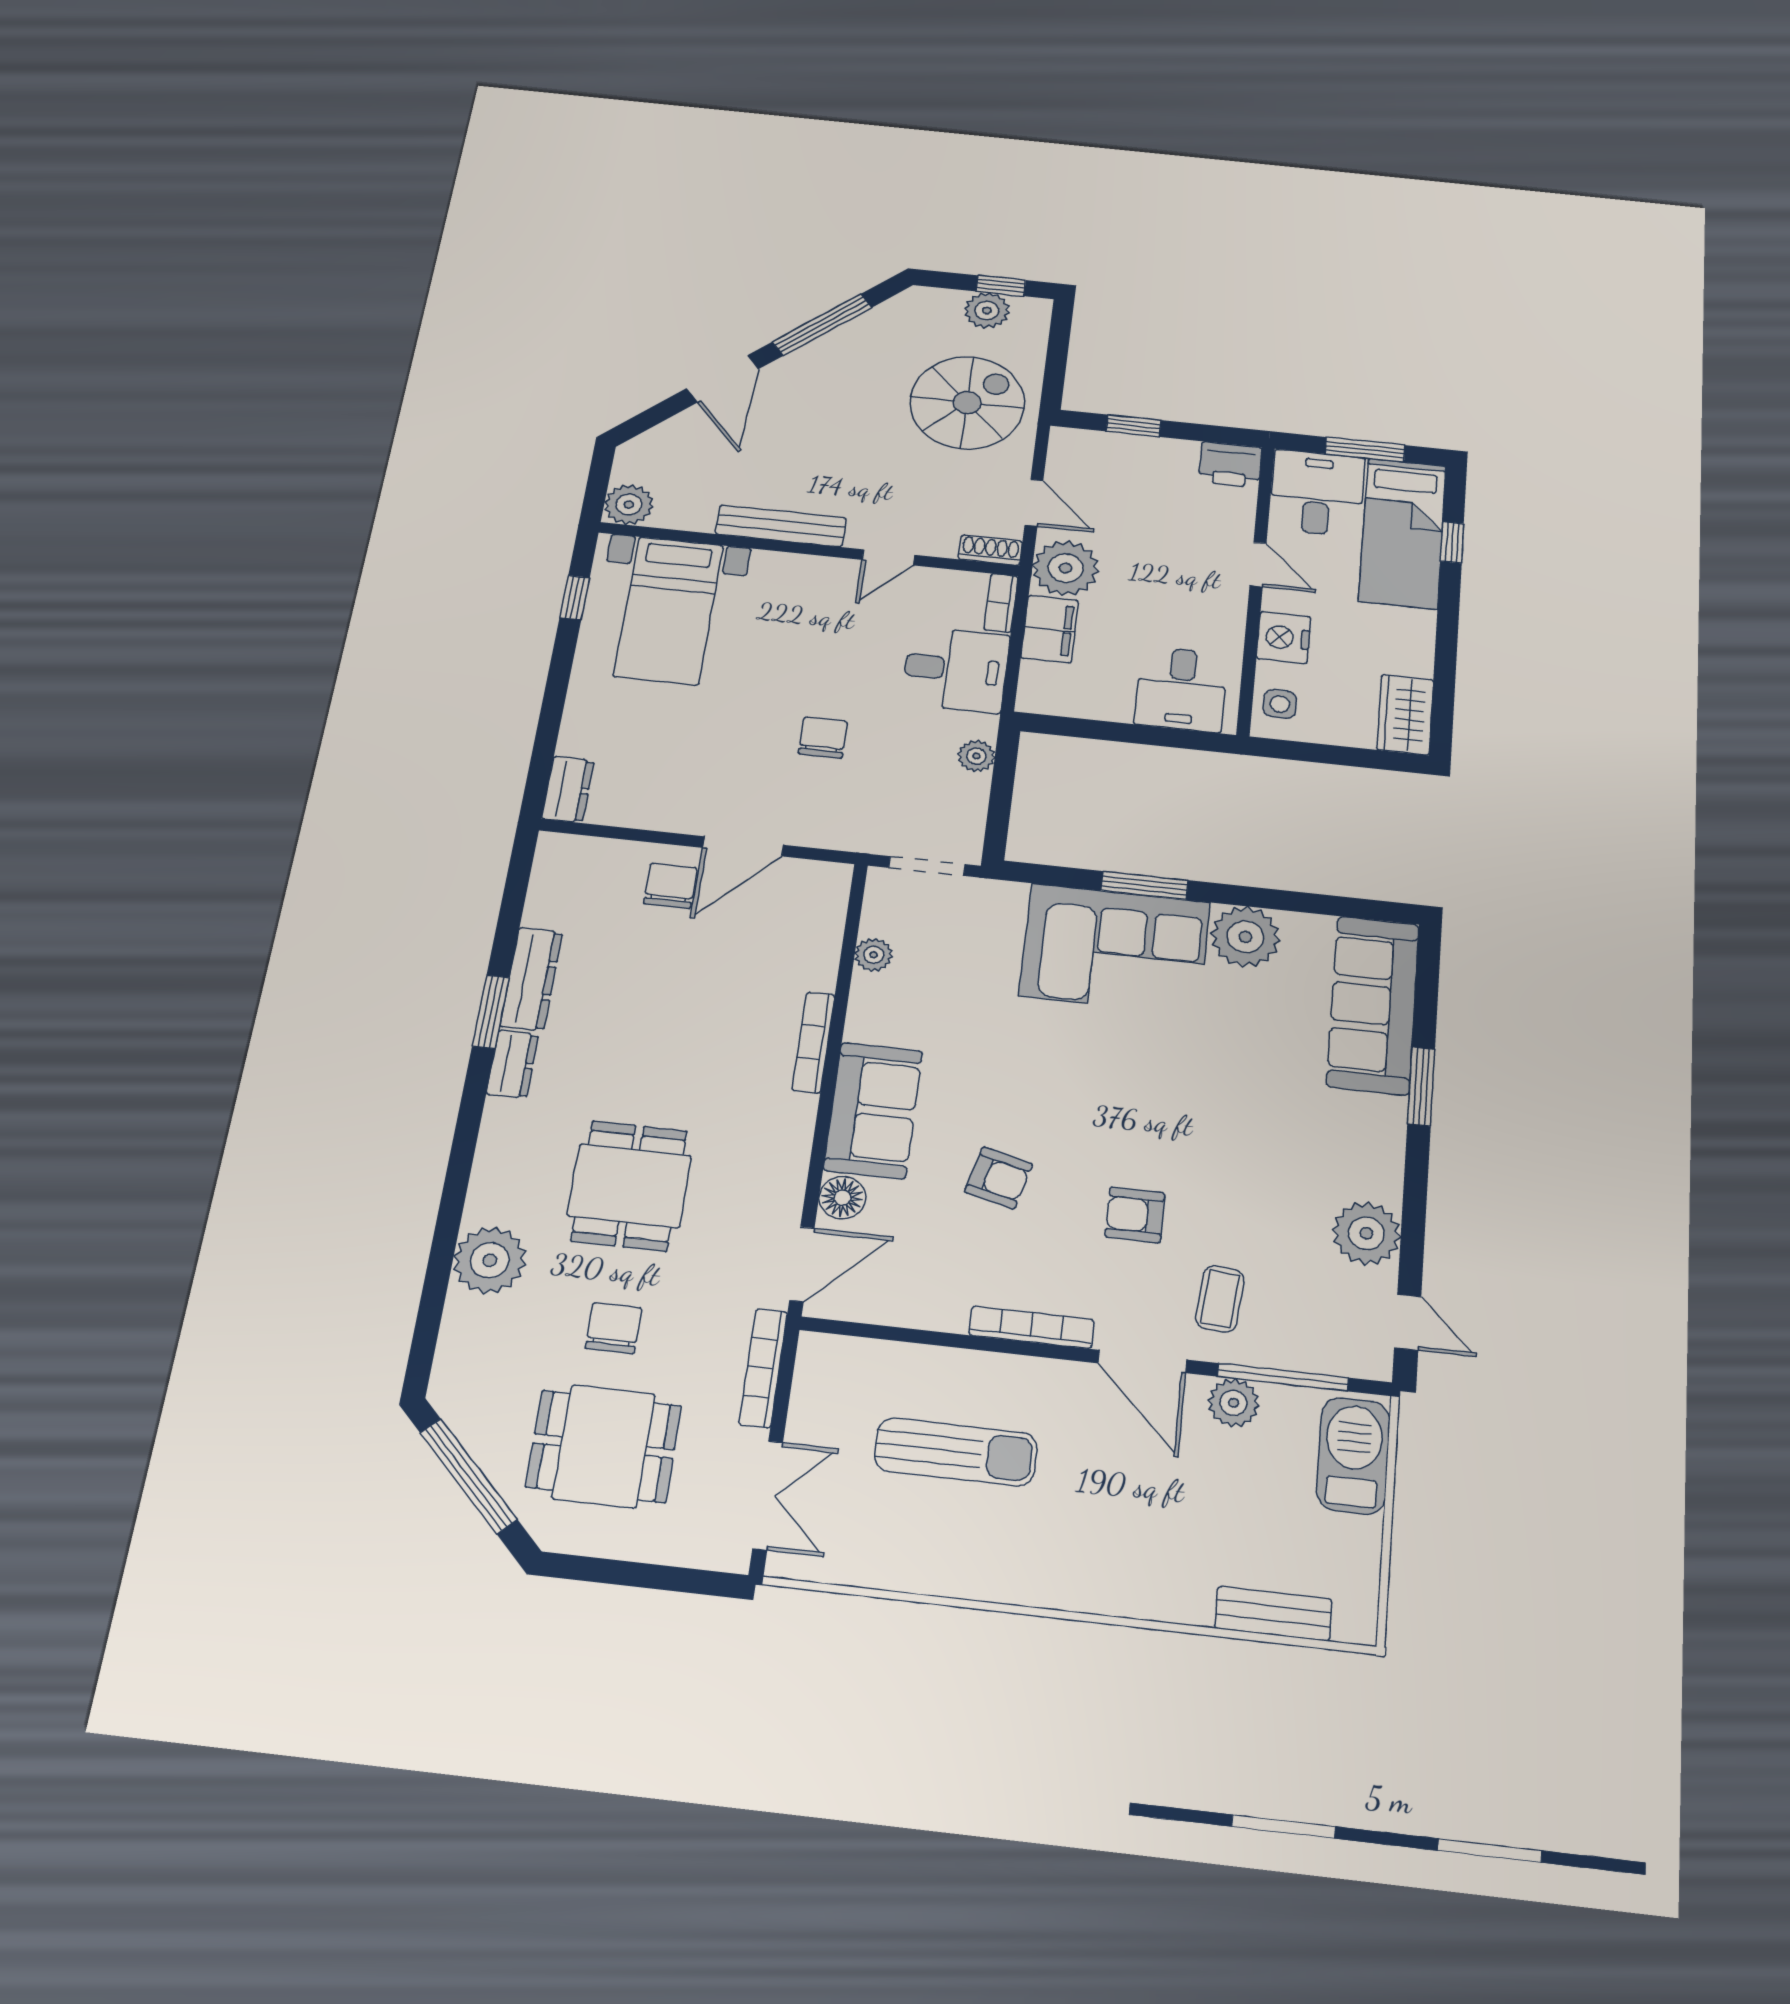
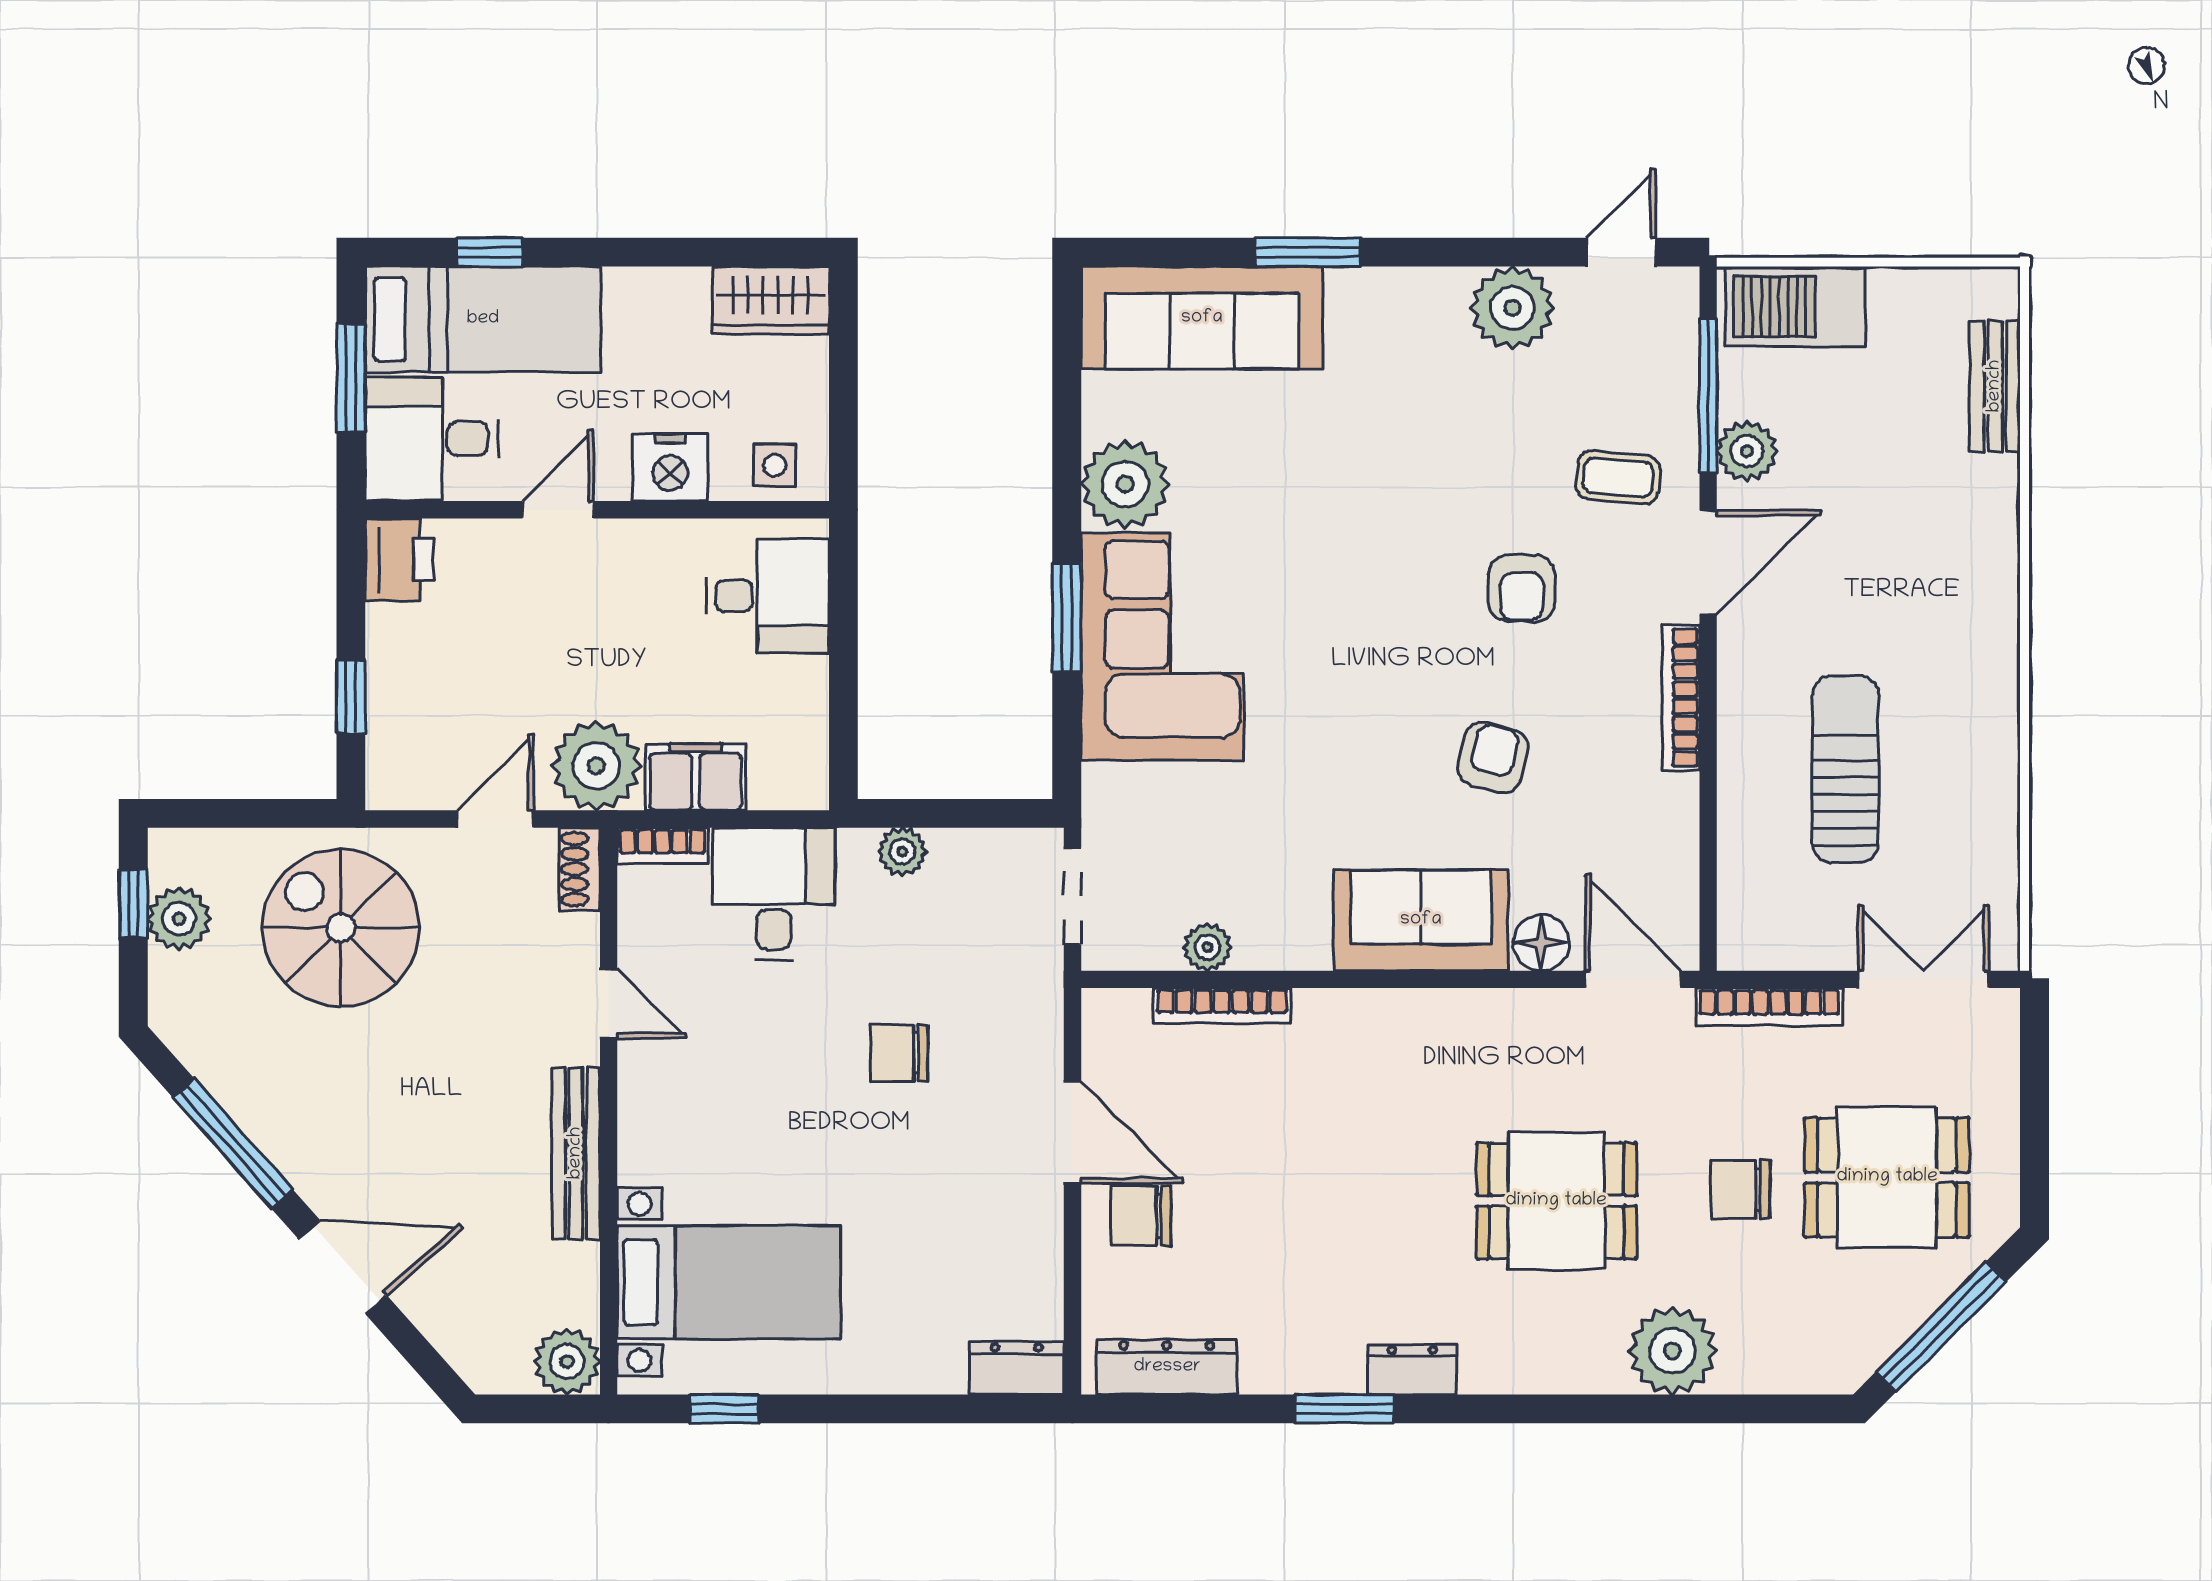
dresser: (531, 979) -> (1167, 1367), moved
bookcase: (813, 1042) -> (1222, 1006), moved
dining table: (604, 1446) -> (1887, 1177), turned 90

